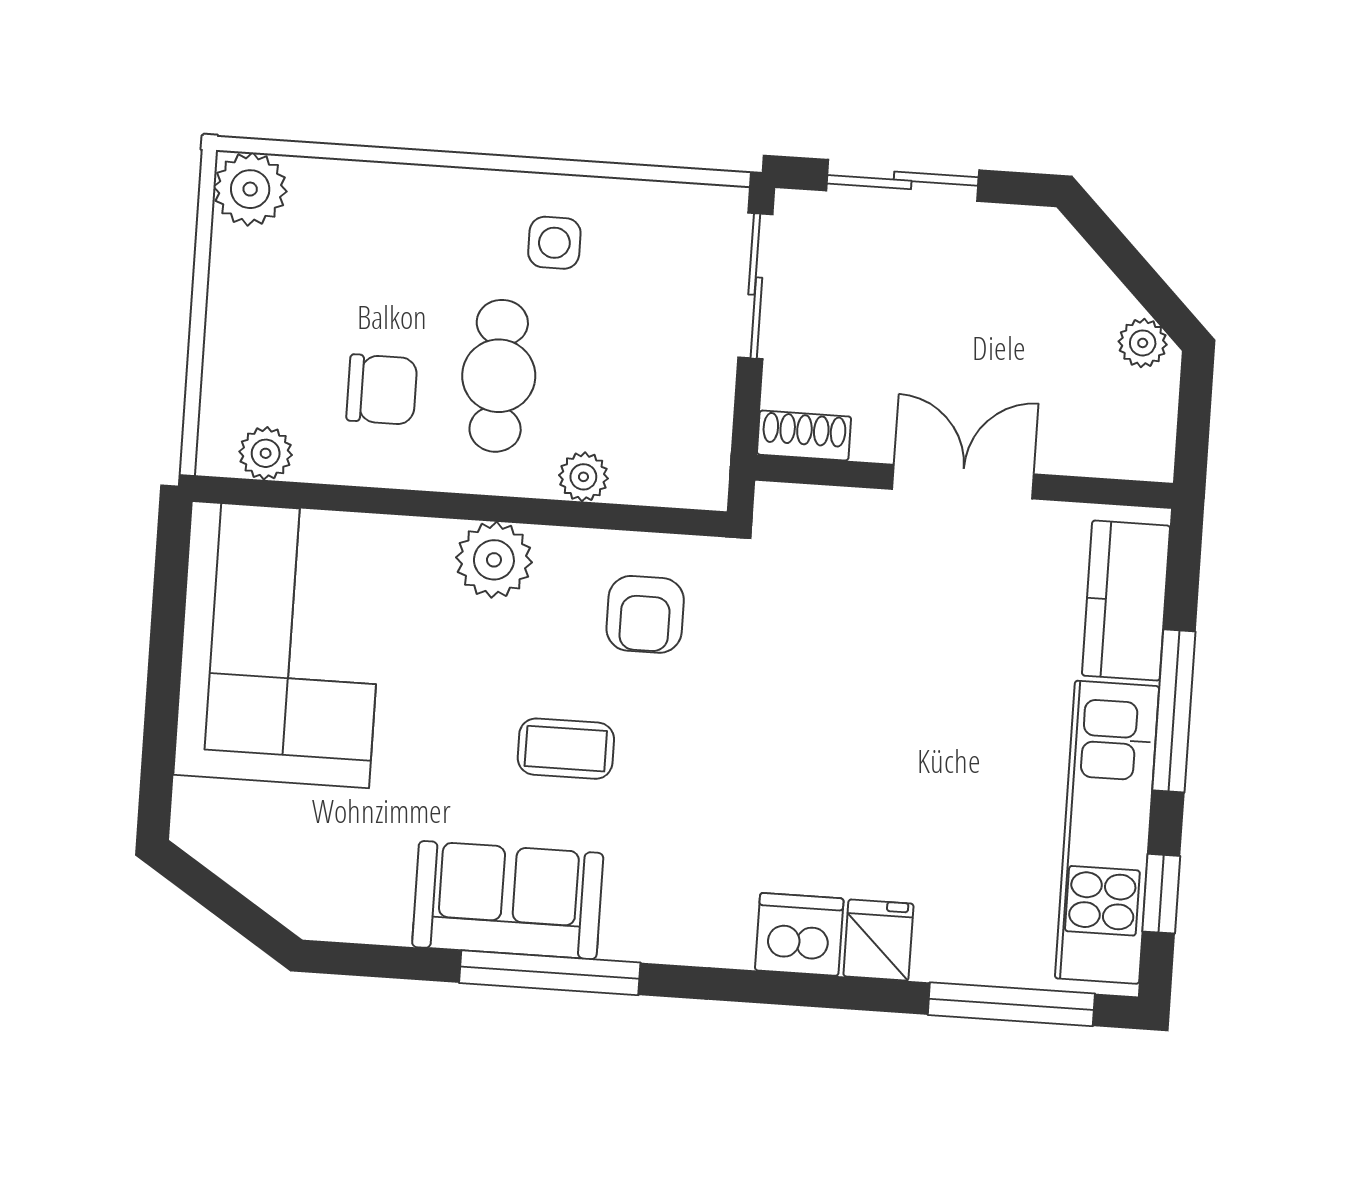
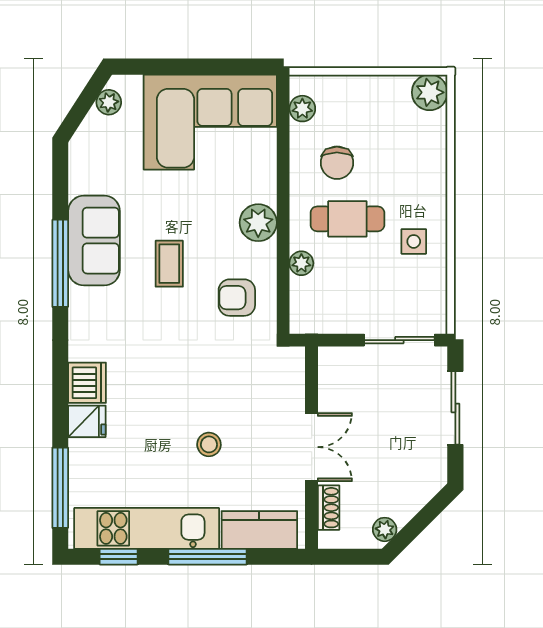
shoe rack: (804, 436) -> (329, 508), moved
stool: (943, 692) -> (209, 444), added
plant: (225, 850) -> (109, 102), added

